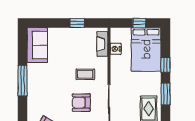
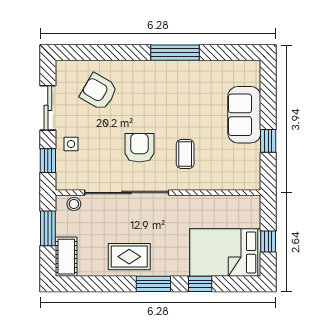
fireplace: (102, 44) -> (234, 182), removed
sofa: (37, 45) -> (244, 115), moved, turned 90
nightstand: (116, 49) -> (226, 203), removed

